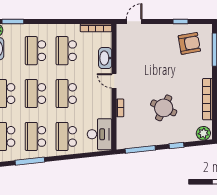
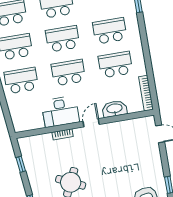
desk: (100, 134) -> (60, 112), moved
window: (140, 149) -> (21, 164), width x0.46

